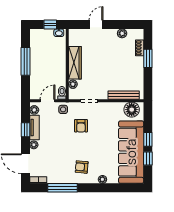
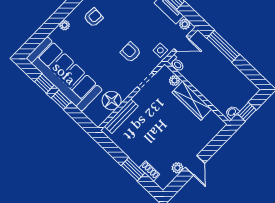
door: (96, 24) -> (195, 165), moved
window: (25, 61) -> (223, 46), moved
door: (47, 101) -> (181, 44), hinge flipped
floor lamp: (132, 110) -> (112, 101), moved

